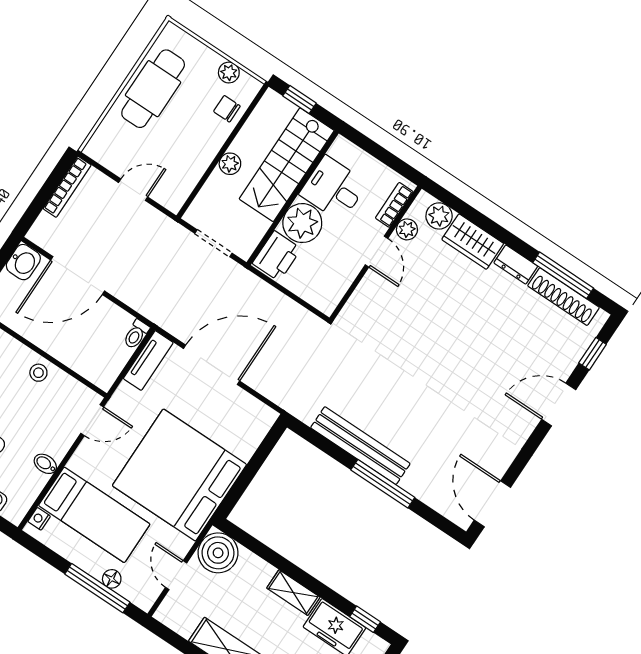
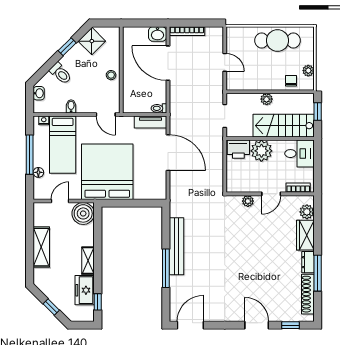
bookcase: (67, 187) -> (187, 31), moved
desk: (333, 189) -> (299, 154), moved, turned 90
plant: (407, 229) -> (248, 201), moved
window: (563, 275) -> (318, 273), moved
window: (97, 588) -> (30, 155), moved

